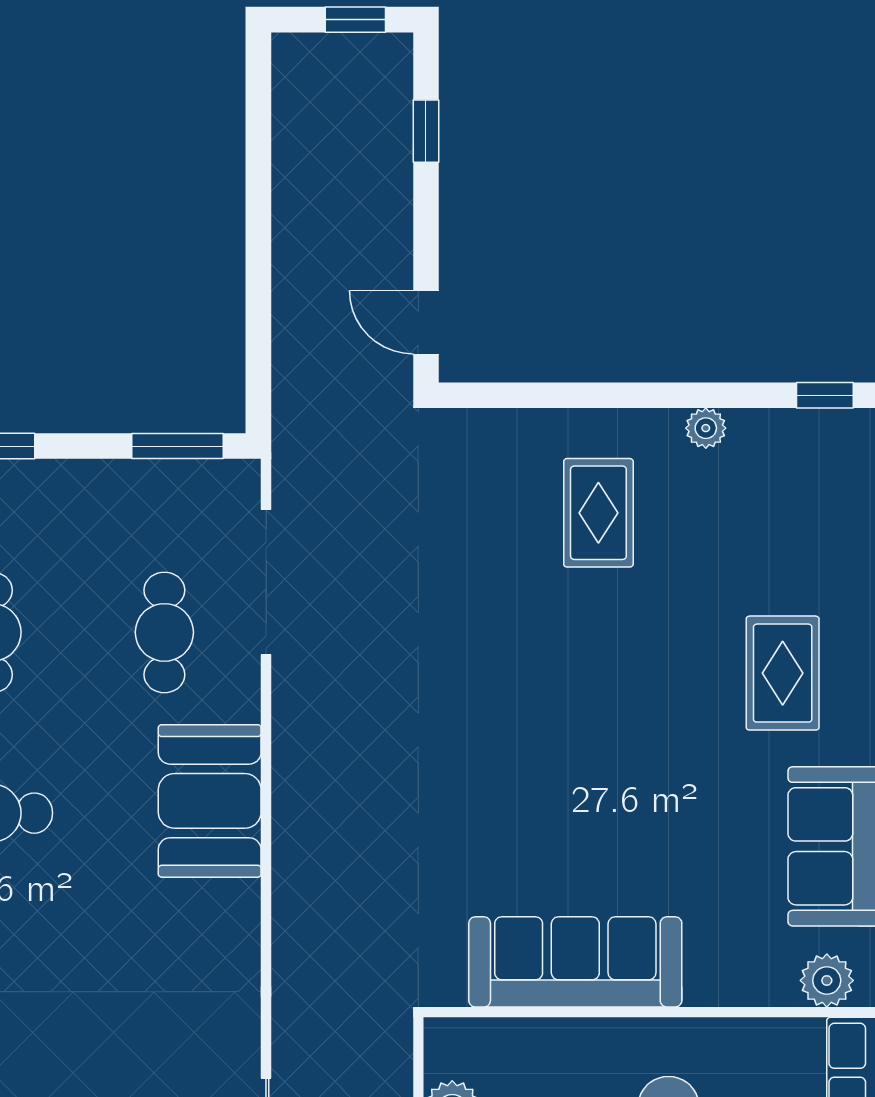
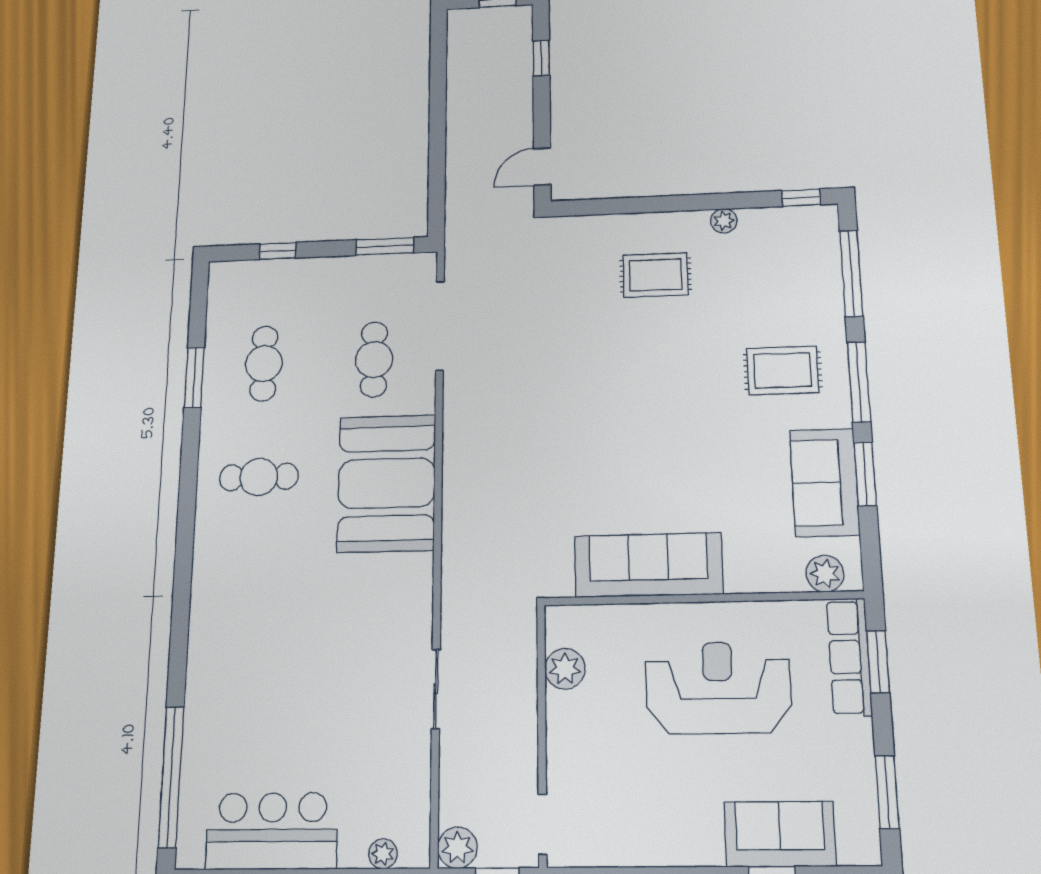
door: (426, 322) -> (542, 167), hinge flipped
rug: (598, 513) -> (655, 275), turned 90
rug: (783, 673) -> (783, 370), turned 90
booth: (210, 801) -> (387, 483), width x1.36, depth x1.42

